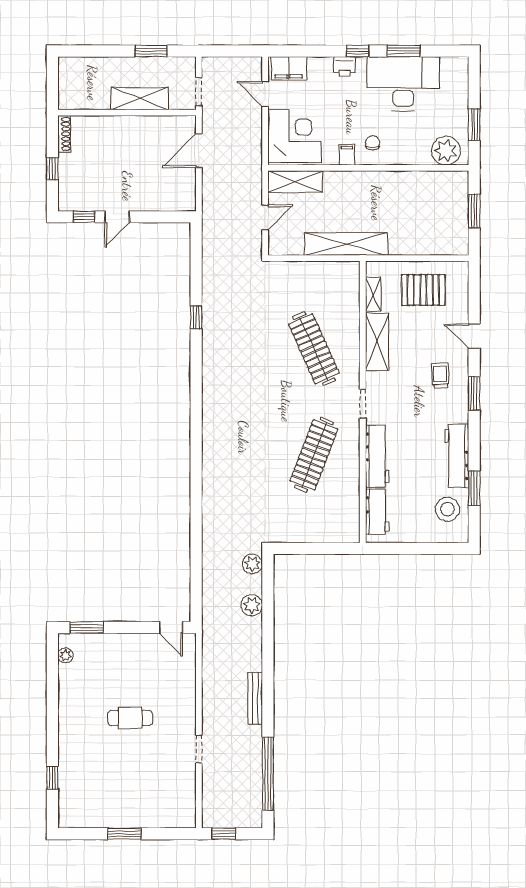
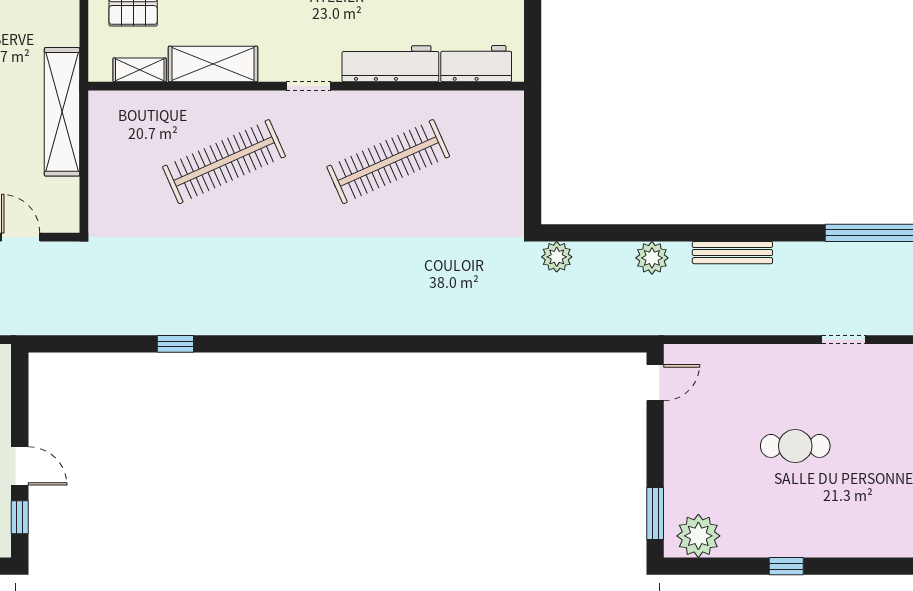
clothes rail: (314, 455) -> (388, 162), turned -45
plant: (252, 605) -> (652, 258), moved
plant: (65, 655) -> (698, 536), width x1.87, depth x1.87
bench: (255, 698) -> (732, 253), moved
cafe table: (130, 718) -> (795, 446), turned 90
window: (52, 778) -> (786, 566), moved

